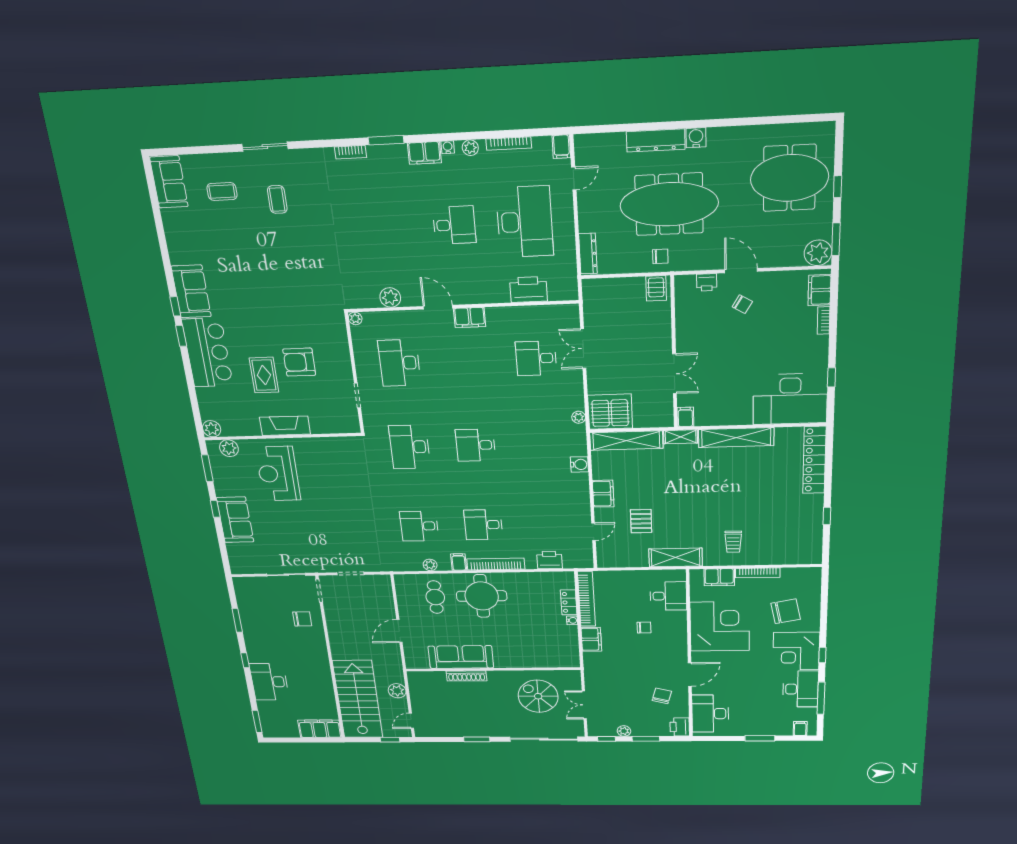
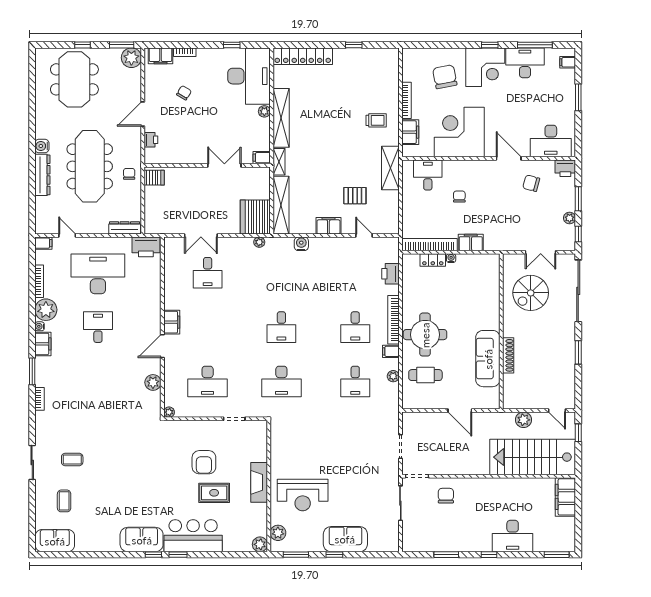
plant: (470, 148) -> (46, 310), width x1.88, depth x1.88
printer: (528, 290) -> (146, 247), moved, turned -90
chair: (742, 304) -> (184, 93), moved
plant: (744, 418) -> (264, 111), added

